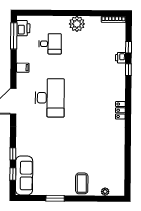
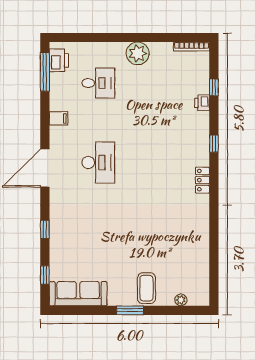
window: (128, 70) -> (214, 144), moved
desk: (50, 98) -> (98, 163), width x0.73, depth x0.77
window: (13, 154) -> (45, 229), moved
sofa: (24, 175) -> (78, 294), moved, turned -90
window: (55, 198) -> (130, 310), moved

